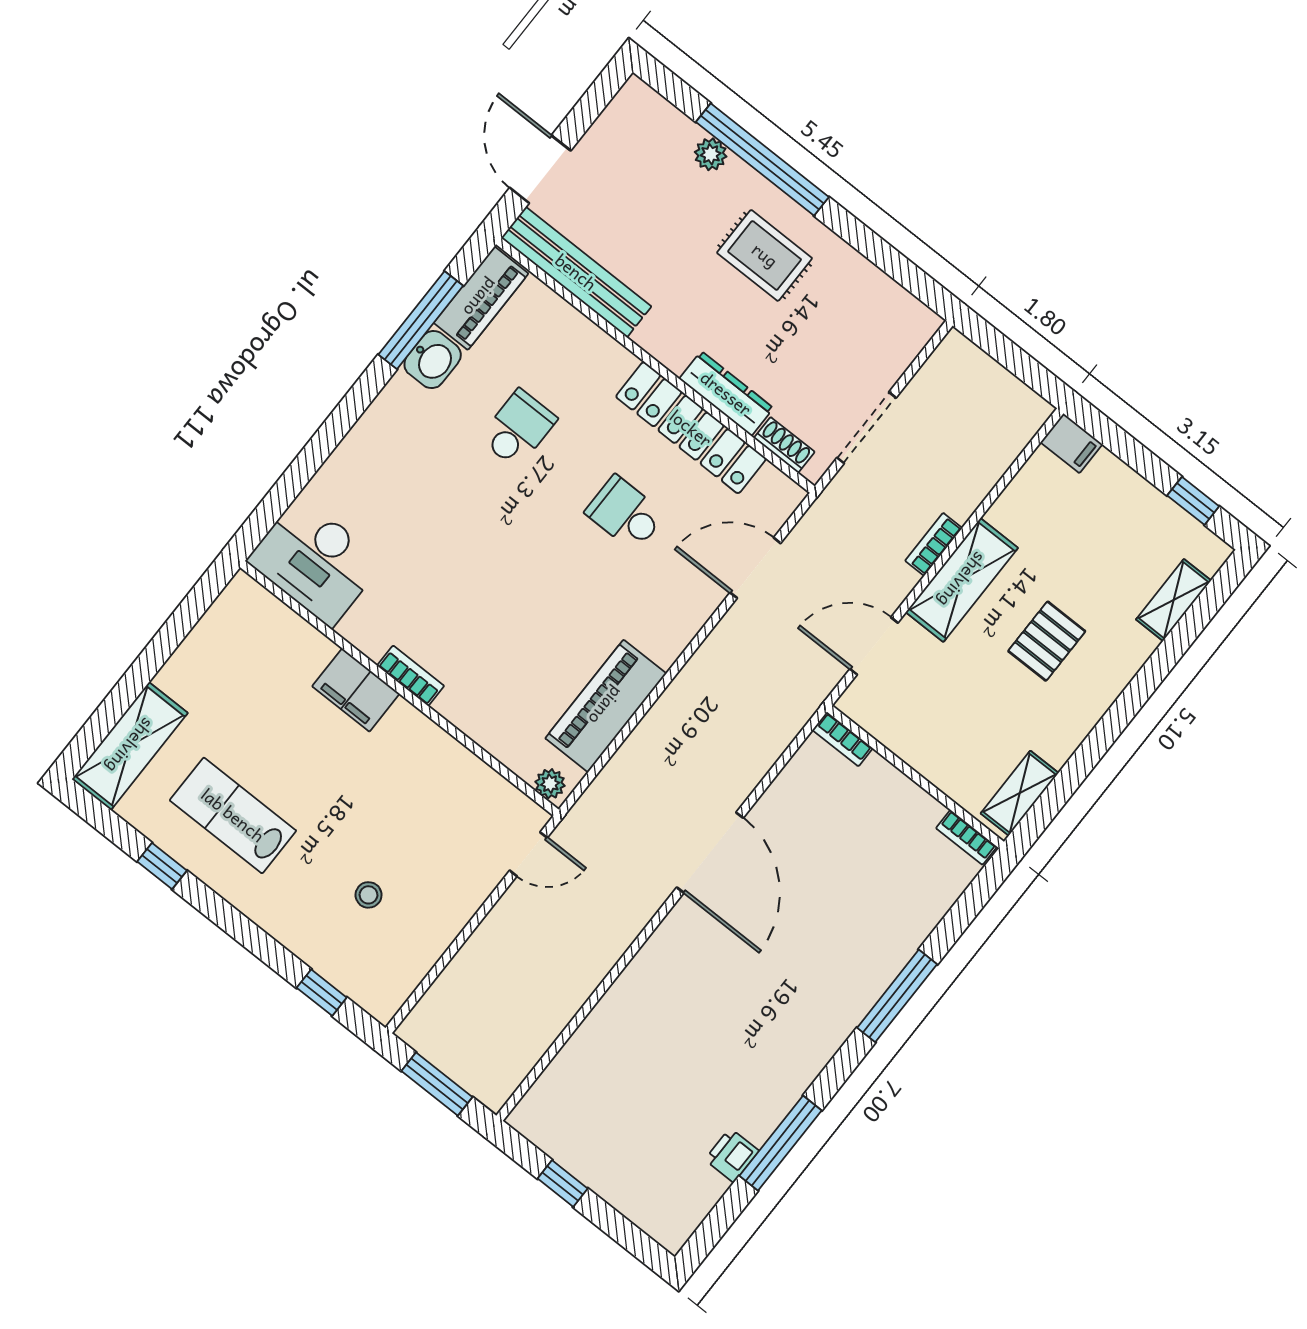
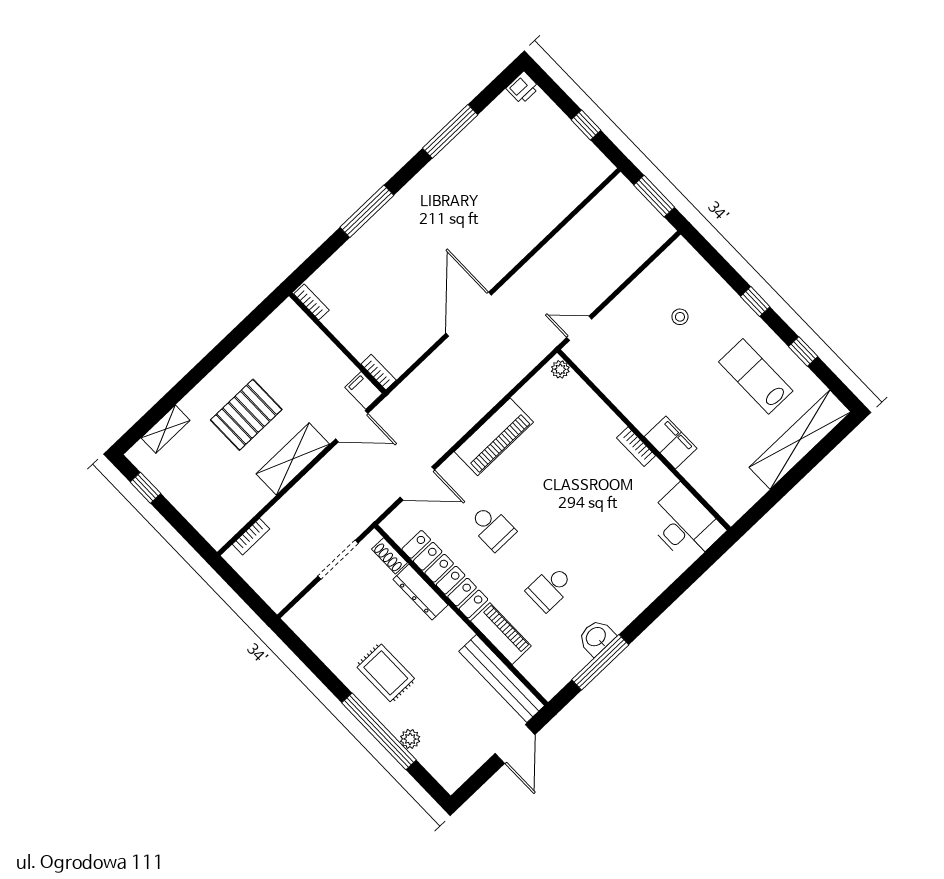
piano: (481, 298) -> (501, 634), moved, turned 90
filing cabinet: (1071, 443) -> (363, 390), moved
bookcase: (934, 544) -> (251, 537), moved
pallet: (1047, 641) -> (246, 415), width x1.50, depth x1.42
piano: (606, 706) -> (494, 437), moved
shelving: (130, 746) -> (800, 440), width x1.47
shelving: (1020, 793) -> (275, 324), removed
lab bench: (233, 815) -> (756, 376), turned 180
window: (322, 993) -> (755, 302), moved
printer: (732, 1155) -> (523, 88), moved

